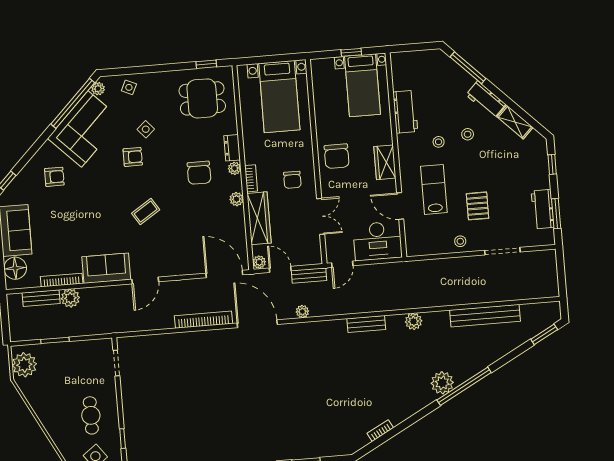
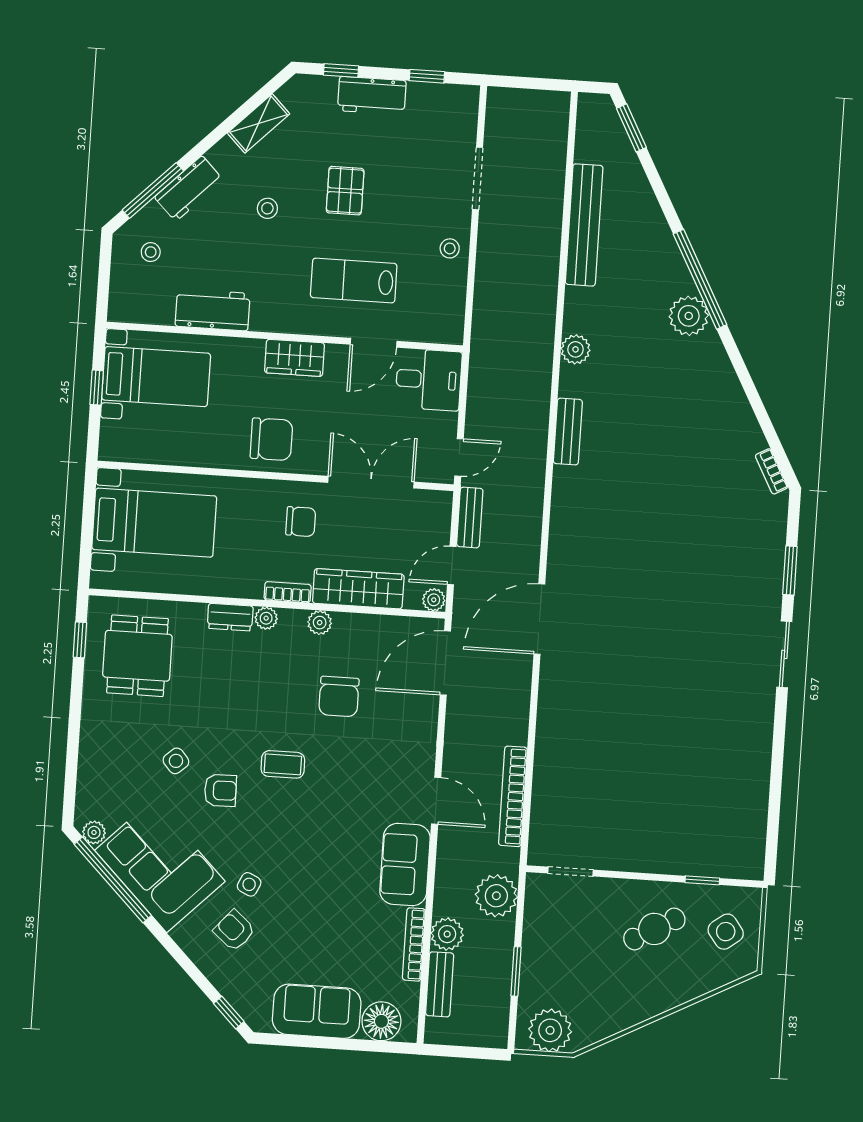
side table: (129, 87) -> (249, 884), moved
workbench: (486, 100) -> (189, 189), moved
stool: (439, 142) -> (151, 252), moved
armchair: (133, 157) -> (220, 790), turned 89
chair: (199, 173) -> (339, 697), moved, turned 90
armchair: (54, 177) -> (234, 930), turned -49
pallet: (478, 206) -> (345, 191), moved, turned 90
workbench: (543, 209) -> (372, 96), moved
coffee table: (146, 211) -> (283, 764), moved, turned -57
window: (556, 214) -> (427, 76), width x0.67
double door: (321, 216) -> (371, 482), width x1.37
desk: (378, 241) -> (429, 380), width x0.73
door: (342, 264) -> (459, 457), hinge flipped
plant: (302, 312) -> (496, 896), moved, width x1.88, depth x1.88
bookcase: (203, 320) -> (513, 796), moved
cafe table: (91, 415) -> (654, 929), turned -30
bookcase: (380, 431) -> (772, 471), moved

